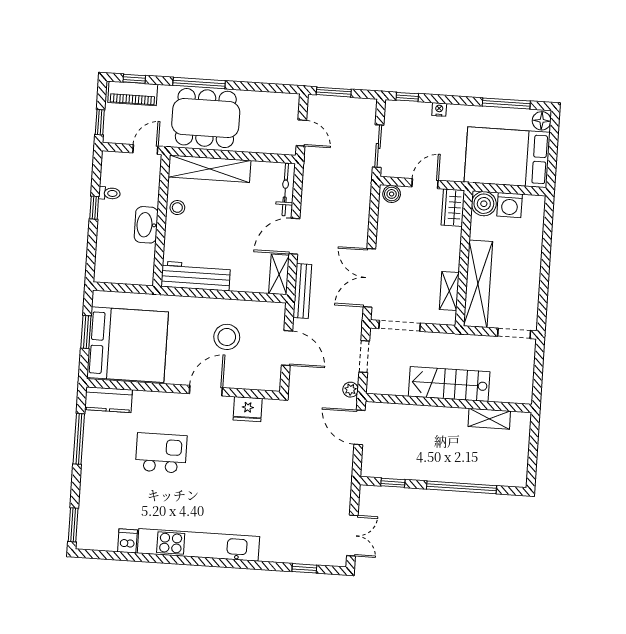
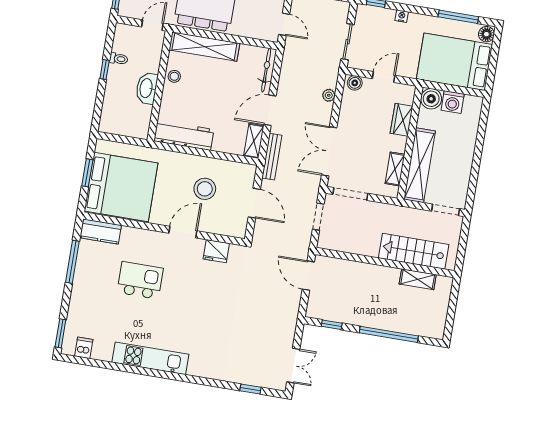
wardrobe: (453, 208) -> (402, 120), moved
stairs: (449, 384) -> (414, 251), moved
plant: (350, 390) -> (329, 95), moved
dishwasher: (127, 541) -> (84, 348), moved
kitchen unit: (198, 545) -> (150, 358), width x0.73

